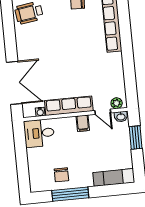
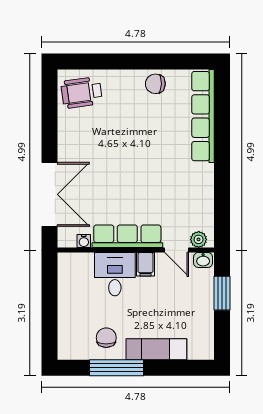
desk: (39, 133) -> (115, 274), moved, turned 90
chair: (61, 175) -> (106, 338), turned 180
exam couch: (114, 177) -> (156, 349), moved

